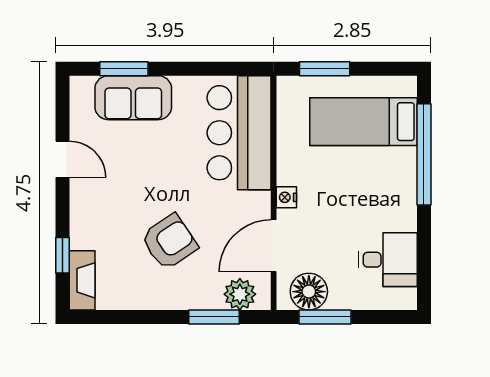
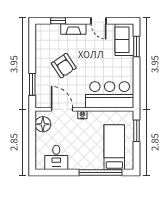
sofa: (133, 98) -> (124, 40), moved
door: (62, 159) -> (98, 21), hinge flipped
fireplace: (82, 280) -> (73, 29), moved
plant: (240, 294) -> (42, 95), removed
window: (325, 317) -> (32, 131), removed

